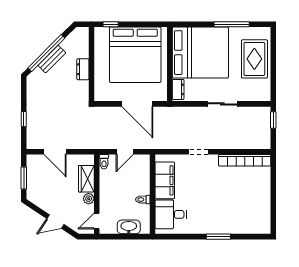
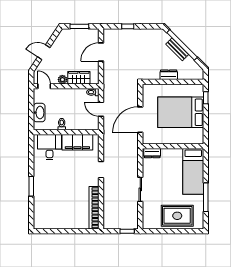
bed: (200, 53) -> (193, 171), width x0.49
bed: (135, 55) -> (181, 112), width x0.73
door: (55, 222) -> (44, 52), hinge flipped

